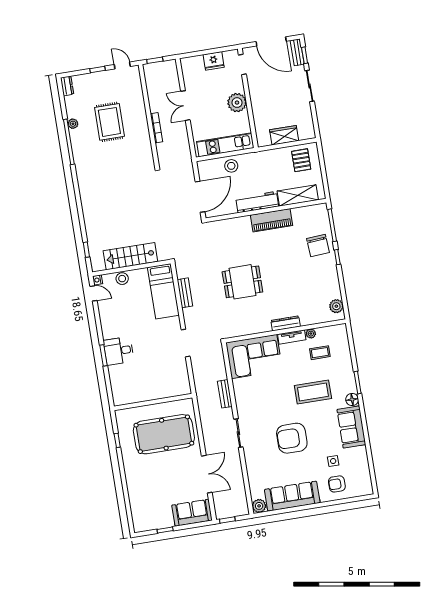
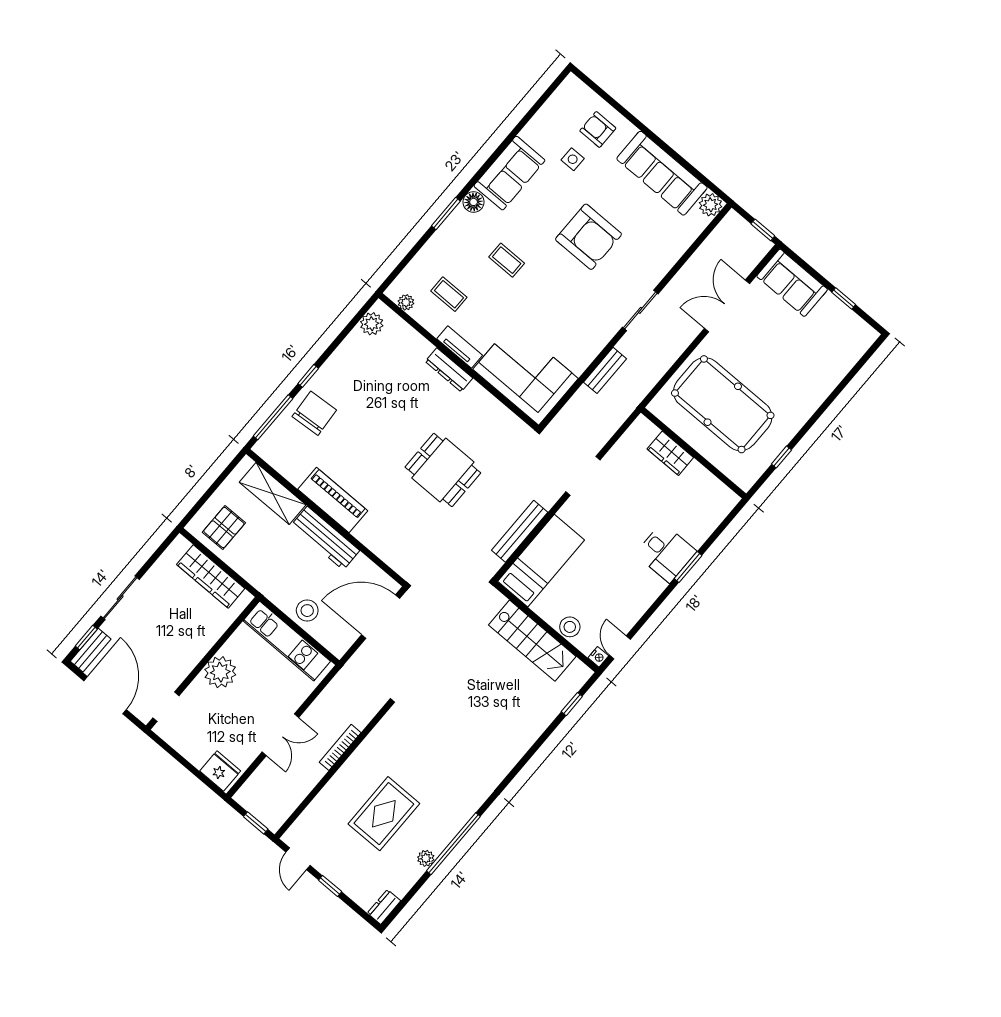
fridge: (214, 61) -> (220, 771), moved
wardrobe: (284, 135) -> (211, 577), width x1.50
bench: (185, 293) -> (520, 531), width x1.36
plant: (311, 334) -> (406, 302), moved
wardrobe: (162, 391) -> (670, 453), added
coffee table: (313, 392) -> (507, 260), width x0.54, depth x0.58
armchair: (337, 484) -> (598, 129), turned 180

